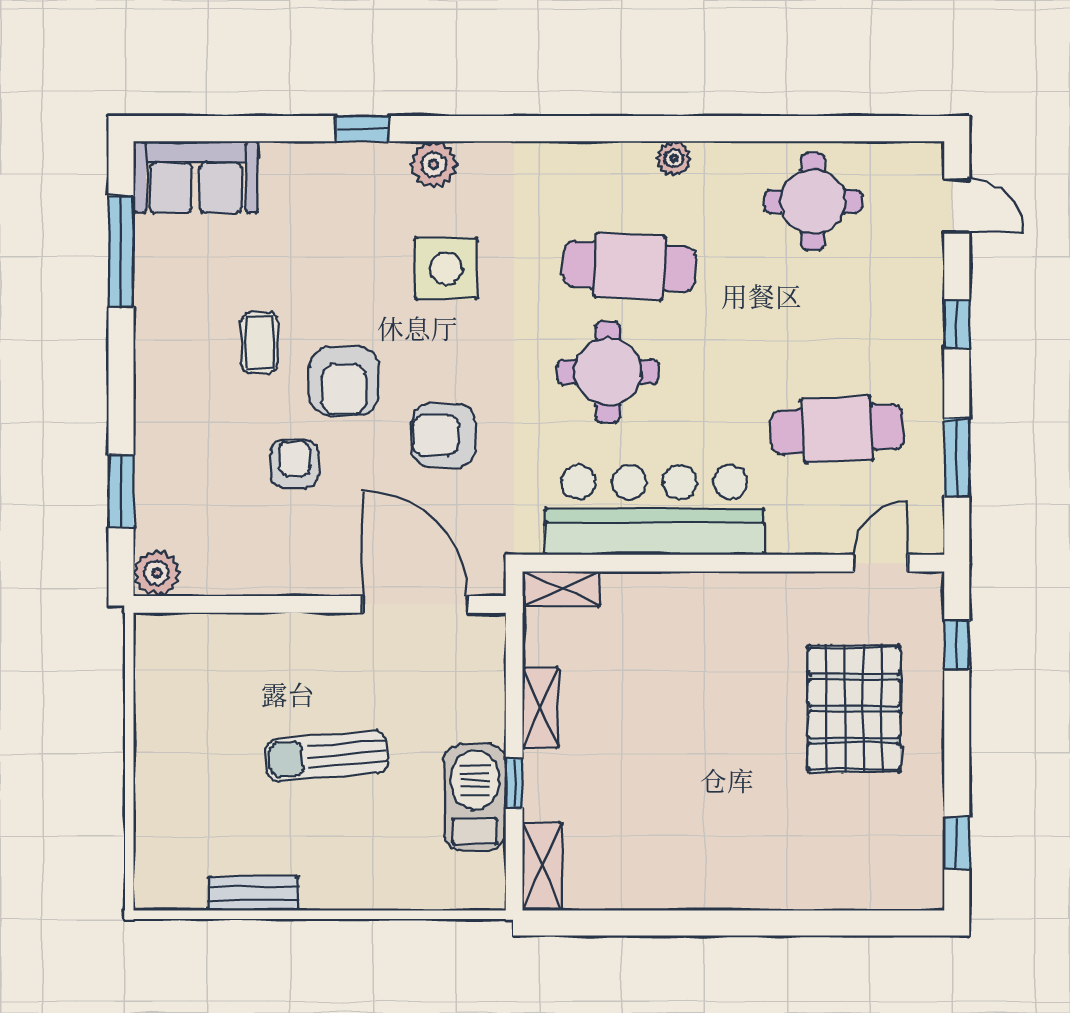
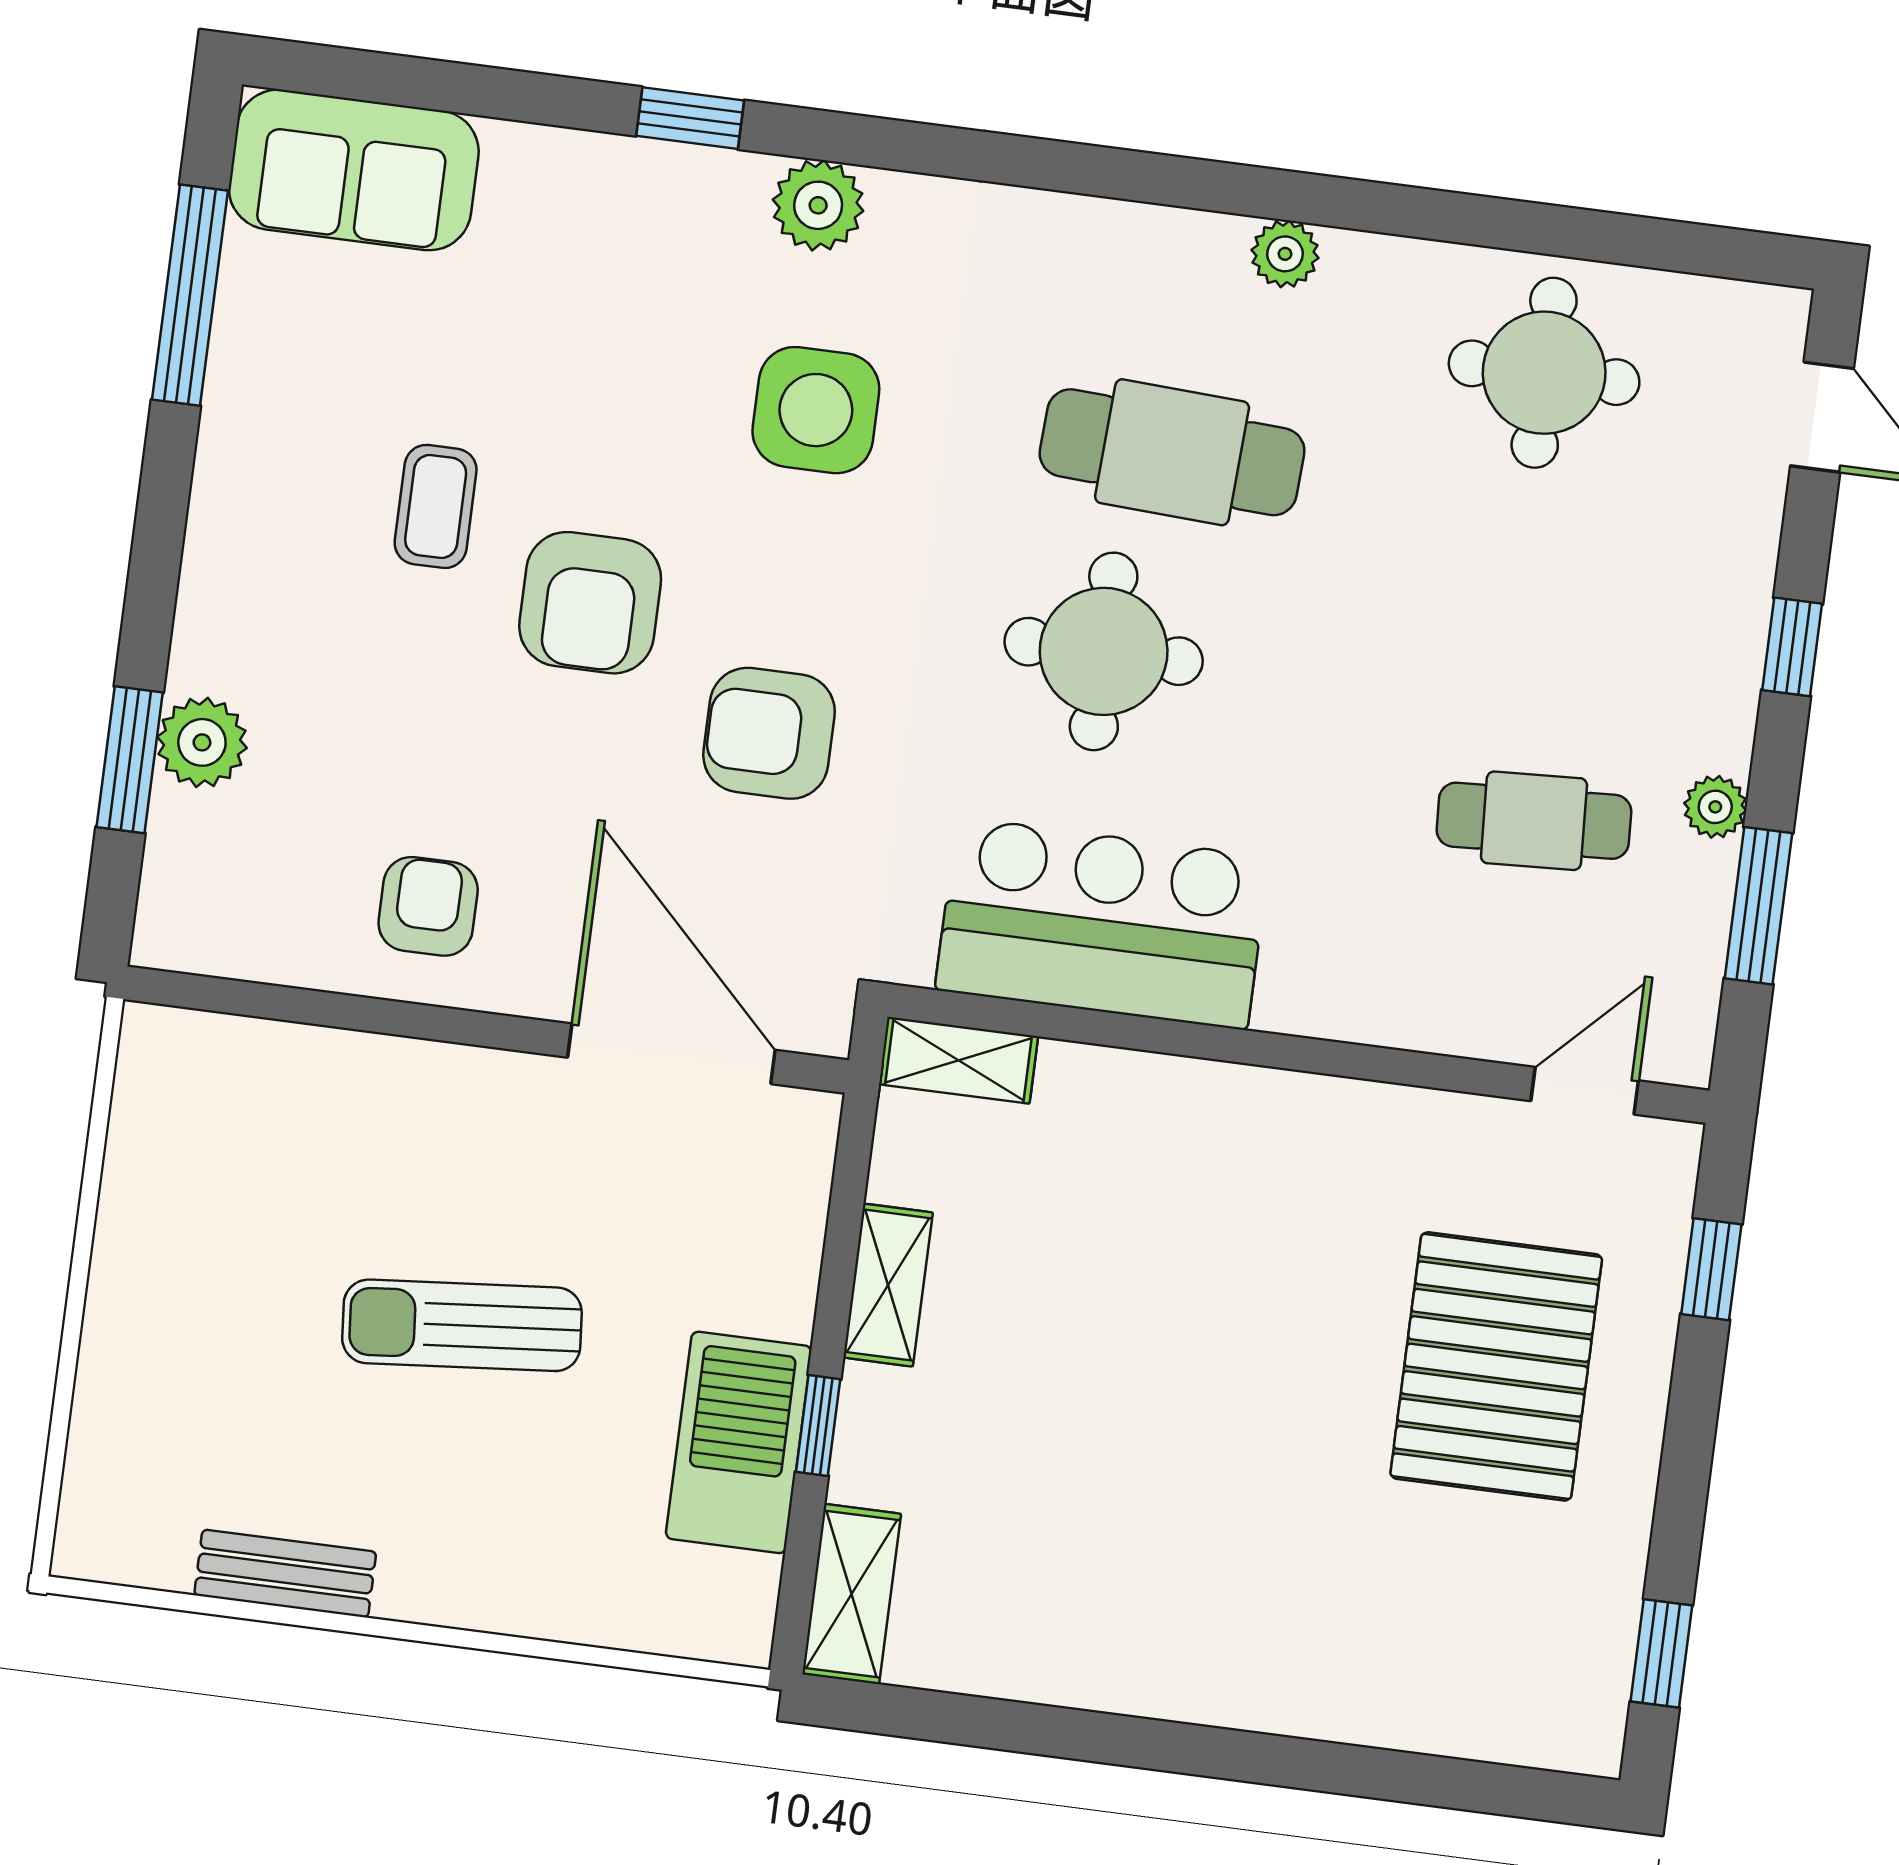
plant: (928, 410) -> (1715, 807), added
cafe table: (837, 429) -> (1534, 821), width x0.73, depth x0.74
armchair: (294, 464) -> (428, 906), moved
bar counter: (654, 510) -> (1102, 923), width x0.73
plant: (157, 573) -> (202, 742), moved

